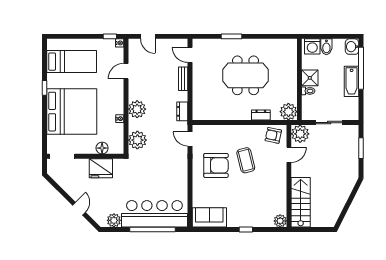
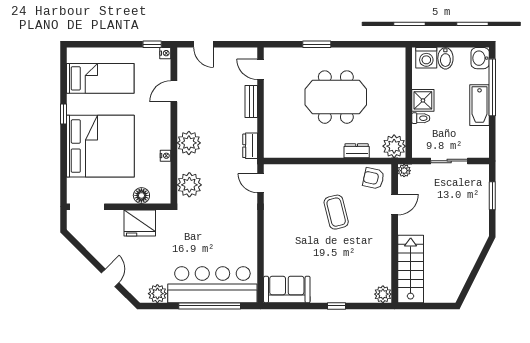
plant: (300, 134) -> (404, 171), width x0.53, depth x0.53
armchair: (216, 165) -> (296, 219), removed

